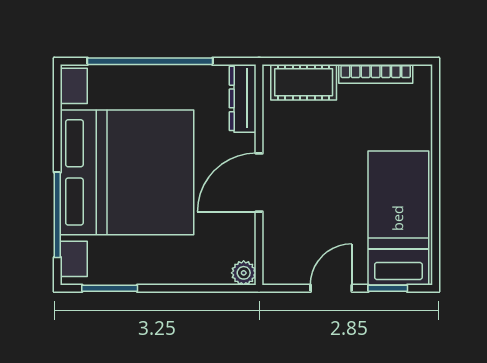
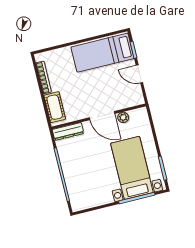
bed with nightstands: (127, 172) -> (132, 168), width x0.54
plant: (244, 273) -> (123, 117), moved

